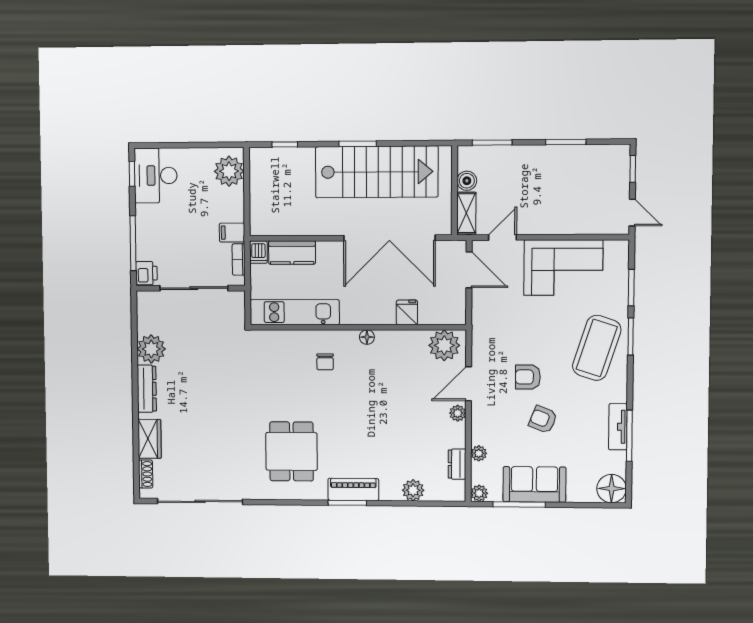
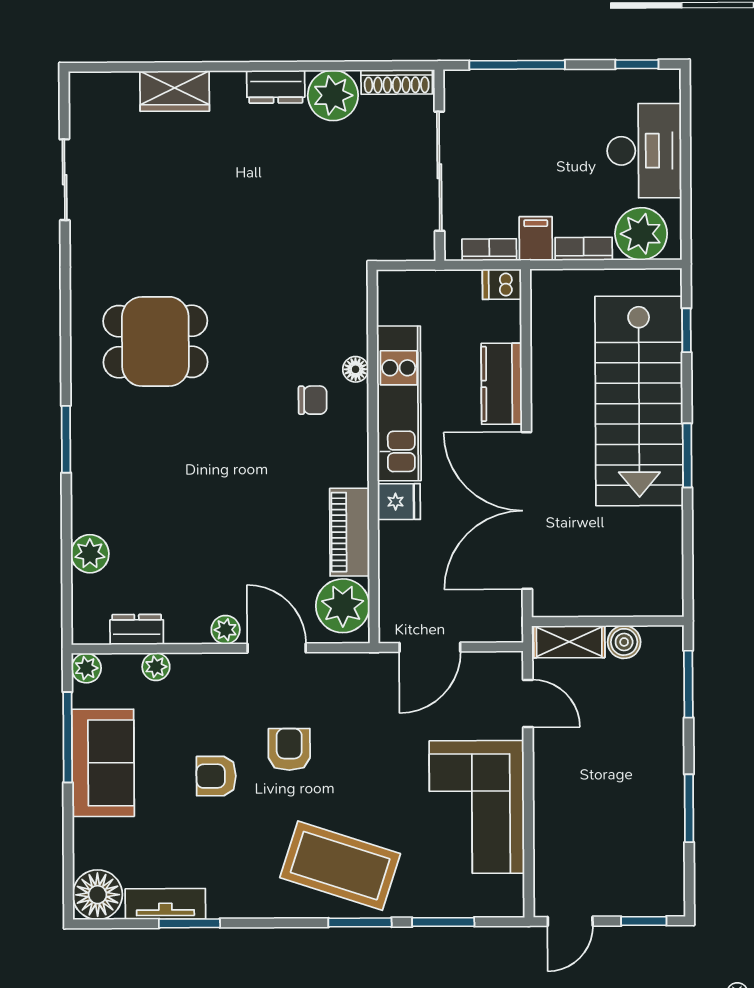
stairs: (377, 172) -> (639, 401), moved
desk: (156, 176) -> (644, 151), moved, turned 90
bookcase: (238, 205) -> (584, 249), added
kitchen counter: (292, 253) -> (502, 384), moved
door: (469, 270) -> (430, 647), moved
printer: (146, 273) -> (465, 88), removed
kitchen unit: (295, 312) -> (399, 403), moved
fridge: (407, 312) -> (399, 502), moved
floor lamp: (367, 337) -> (356, 369), moved
chair: (325, 362) -> (313, 400), turned 180
dresser: (147, 389) -> (276, 87), width x0.70
armchair: (543, 419) -> (216, 776), turned -112
tv unit: (618, 427) -> (165, 904), moved
window: (629, 436) -> (189, 923), width x0.69
shoe rack: (146, 474) -> (397, 82), moved, width x1.43
piano: (353, 489) -> (350, 532), moved, turned 180
sliding door: (200, 501) -> (65, 180), width x0.54

